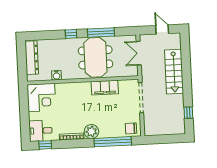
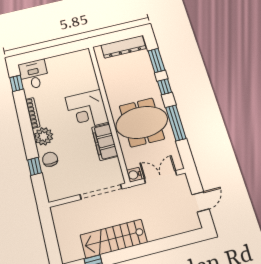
window: (48, 35) -> (156, 60), added
stairs: (174, 72) -> (114, 239), moved
water cooler: (57, 75) -> (134, 175), moved
corner desk: (41, 98) -> (87, 110), moved
chair: (131, 128) -> (50, 159), moved
window: (113, 142) -> (35, 166), width x0.32

